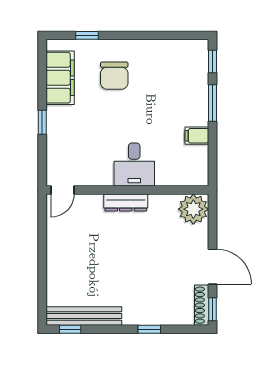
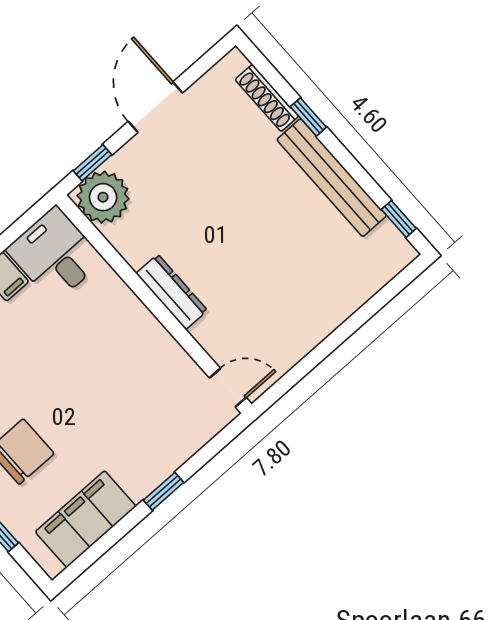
desk: (134, 165) -> (55, 255), moved, turned -90
shoe rack: (202, 305) -> (267, 98), moved, turned 90
window: (212, 309) -> (93, 163), moved
bench: (84, 316) -> (332, 178), moved

